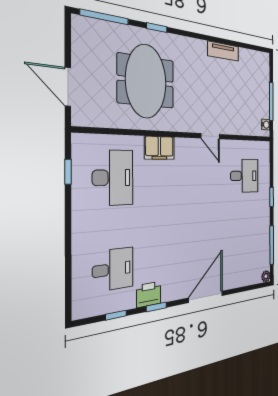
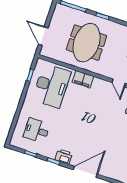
desk: (113, 178) -> (52, 86), width x1.36, depth x1.30
desk: (113, 269) -> (37, 130), turned 180
printer: (149, 294) -> (64, 157), moved

